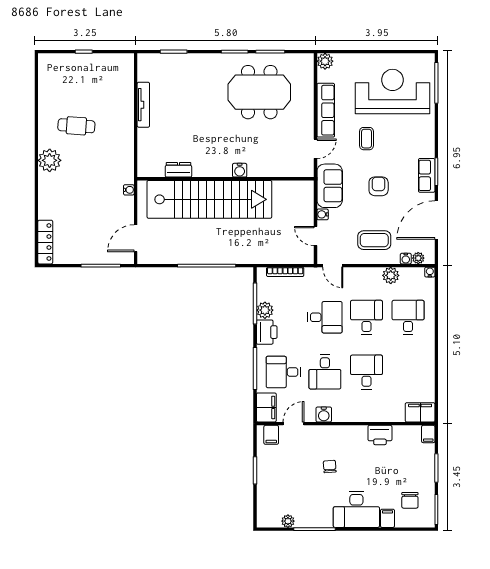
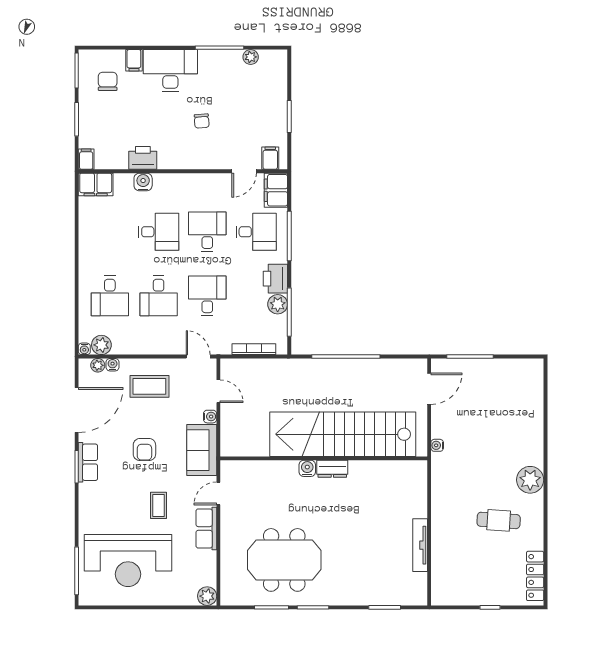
row of seats: (326, 110) -> (206, 528), width x0.68
dresser: (178, 170) -> (332, 469), moved
locker: (45, 242) -> (535, 576), moved
plant: (391, 275) -> (101, 345), moved
desk: (325, 317) -> (207, 296), turned 90
desk: (366, 372) -> (159, 232), turned -90
water cooler: (324, 414) -> (143, 182), moved

